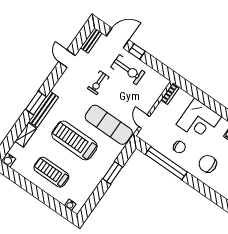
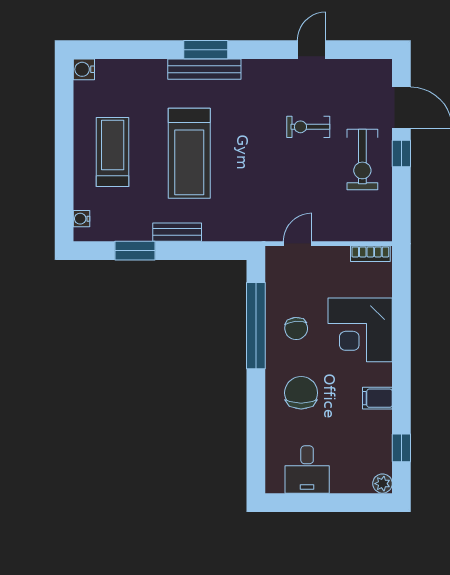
bench: (91, 40) -> (177, 232), moved
exercise mat: (109, 125) -> (253, 191), removed
shelving: (26, 135) -> (143, 69), removed
treadmill: (74, 140) -> (189, 153), turned 180
window: (113, 173) -> (135, 251), moved

